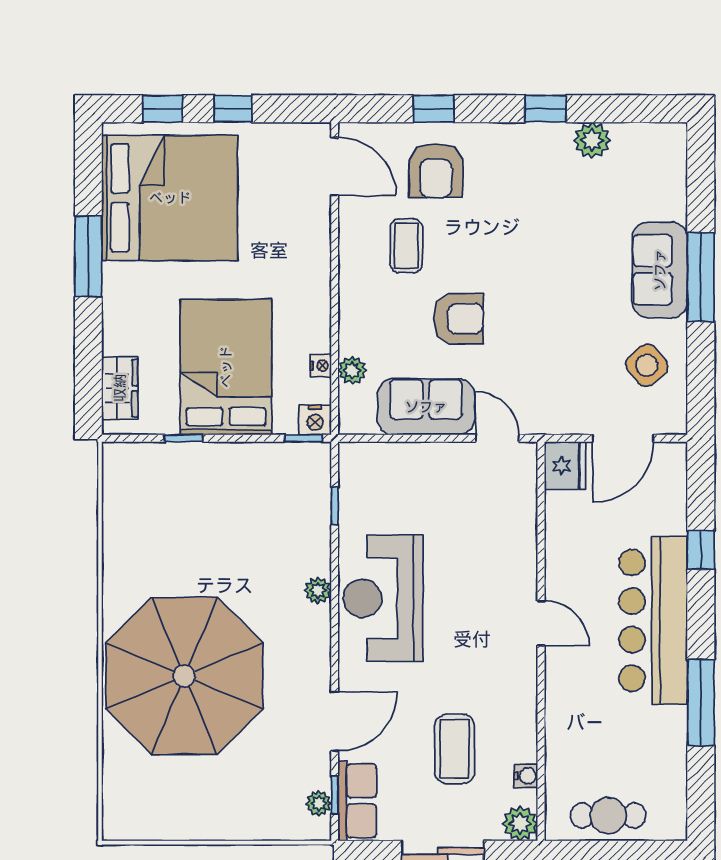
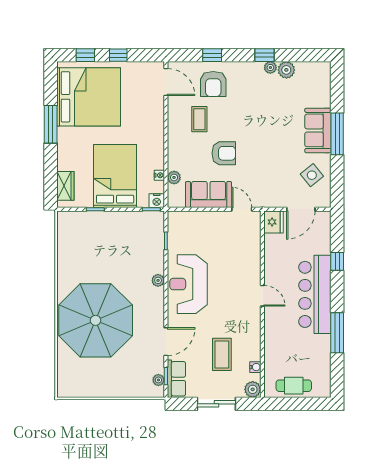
plant: (558, 135) -> (270, 68), added

